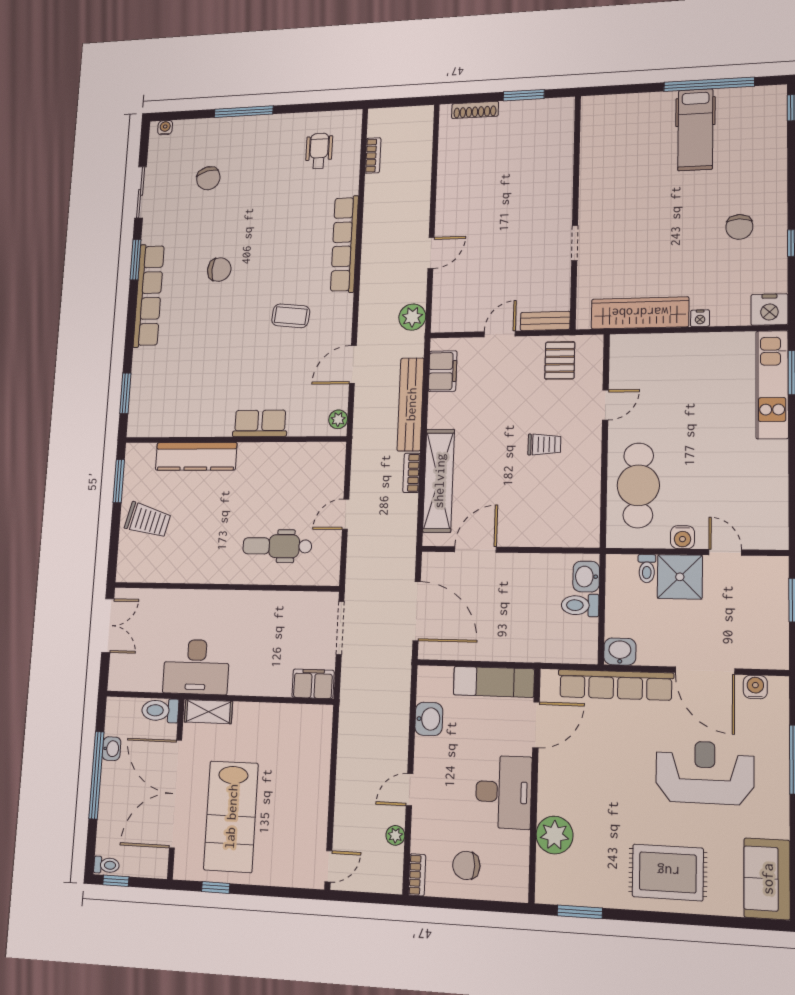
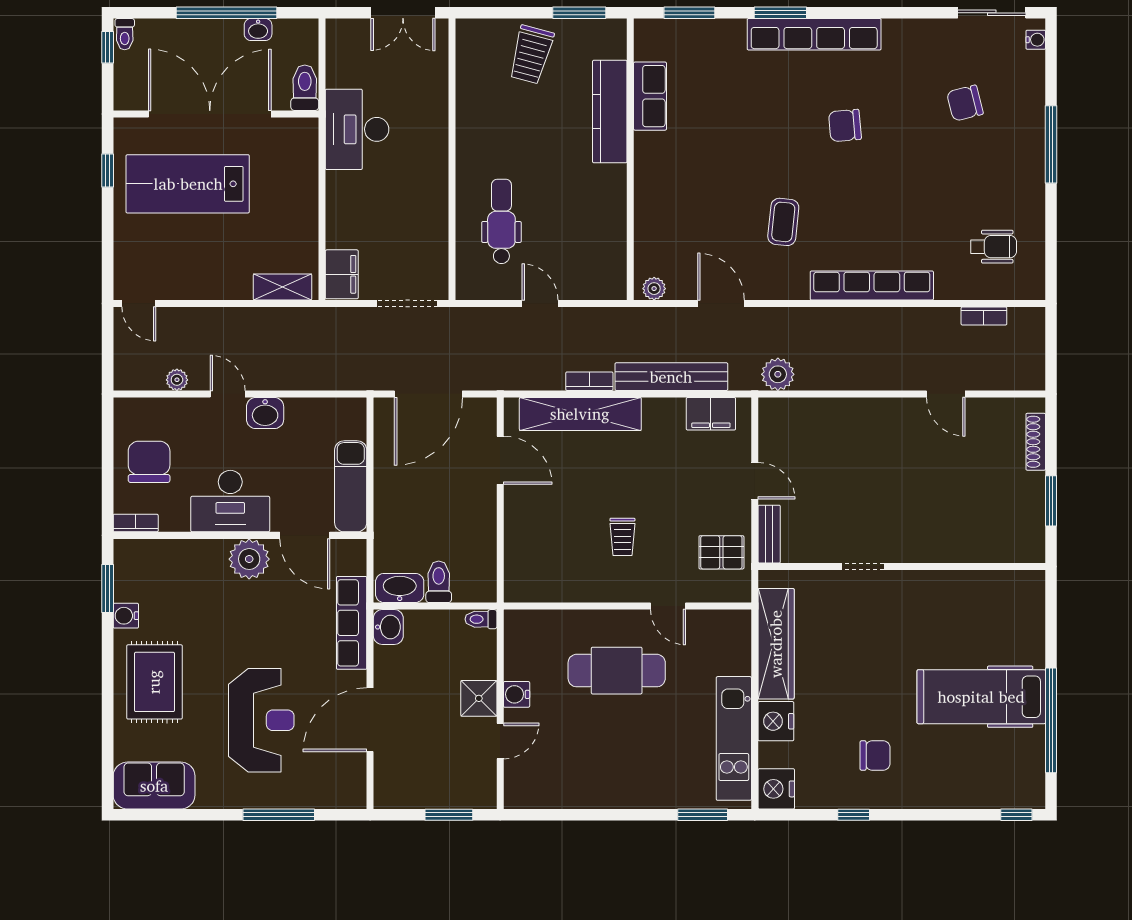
hospital bed: (695, 130) -> (981, 697), width x1.37, depth x1.29
sliding door: (141, 192) -> (992, 13), moved
chair: (739, 227) -> (875, 755), turned 180
door: (431, 253) -> (946, 394), moved
window: (135, 260) -> (780, 13), moved
chair: (219, 270) -> (845, 126), turned 82
nightstand: (700, 318) -> (776, 721), width x1.89, depth x1.79
kitchen unit: (772, 385) -> (734, 738), moved, turned -90
row of seats: (260, 423) -> (650, 96), moved
cafe table: (638, 485) -> (617, 671), moved
toilet: (647, 569) -> (481, 619), moved
washbasin: (586, 577) -> (400, 588), moved, width x1.38
shower: (680, 577) -> (479, 698), width x0.73, depth x0.73
row of seats: (616, 685) -> (352, 623), width x0.73
water cooler: (755, 687) -> (126, 616), moved, turned 180
shelving: (208, 712) -> (282, 287), moved, turned 90
washbasin: (429, 719) -> (265, 413), moved
plant: (555, 835) -> (249, 559), moved
chair: (466, 865) -> (149, 462), width x1.37, depth x1.37
bookcase: (417, 875) -> (136, 523), moved, turned 180

